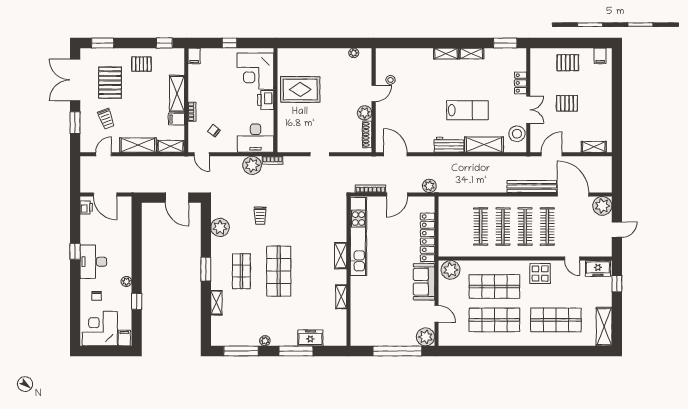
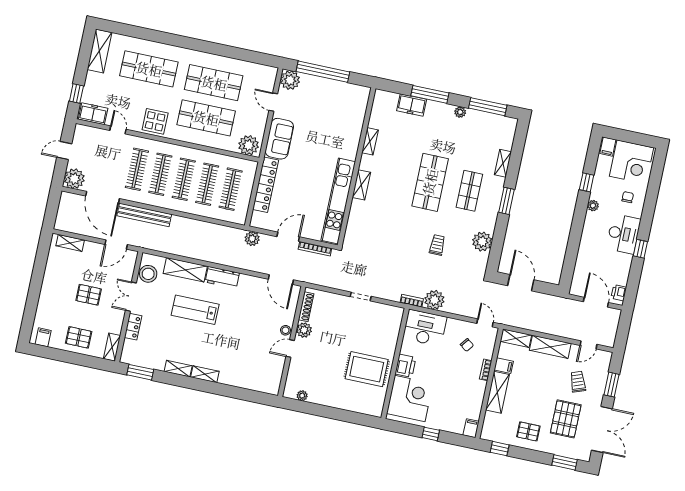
shelving: (536, 60) -> (112, 347), added
stool: (391, 80) -> (285, 330), moved
clothes rail: (458, 227) -> (231, 189), added

